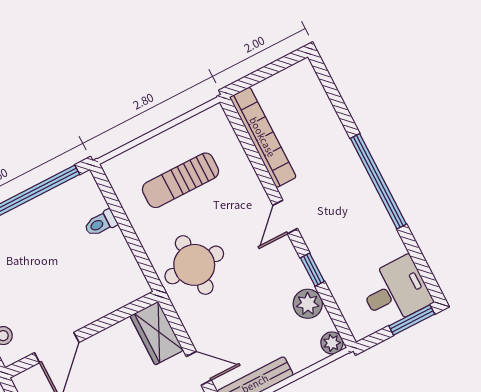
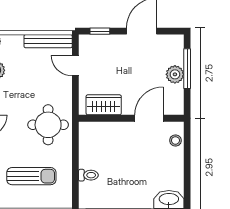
wardrobe: (157, 333) -> (104, 105), moved, turned -90

